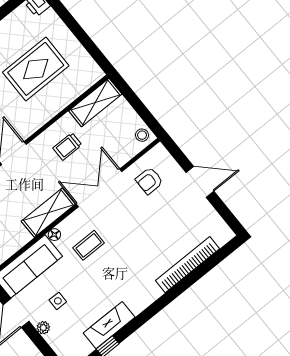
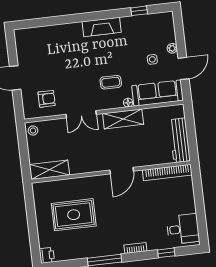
trolley: (67, 146) -> (85, 153), removed
double door: (99, 188) -> (81, 114), width x0.73
bookcase: (188, 265) -> (56, 31), removed
fireplace: (109, 325) -> (102, 27), moved

